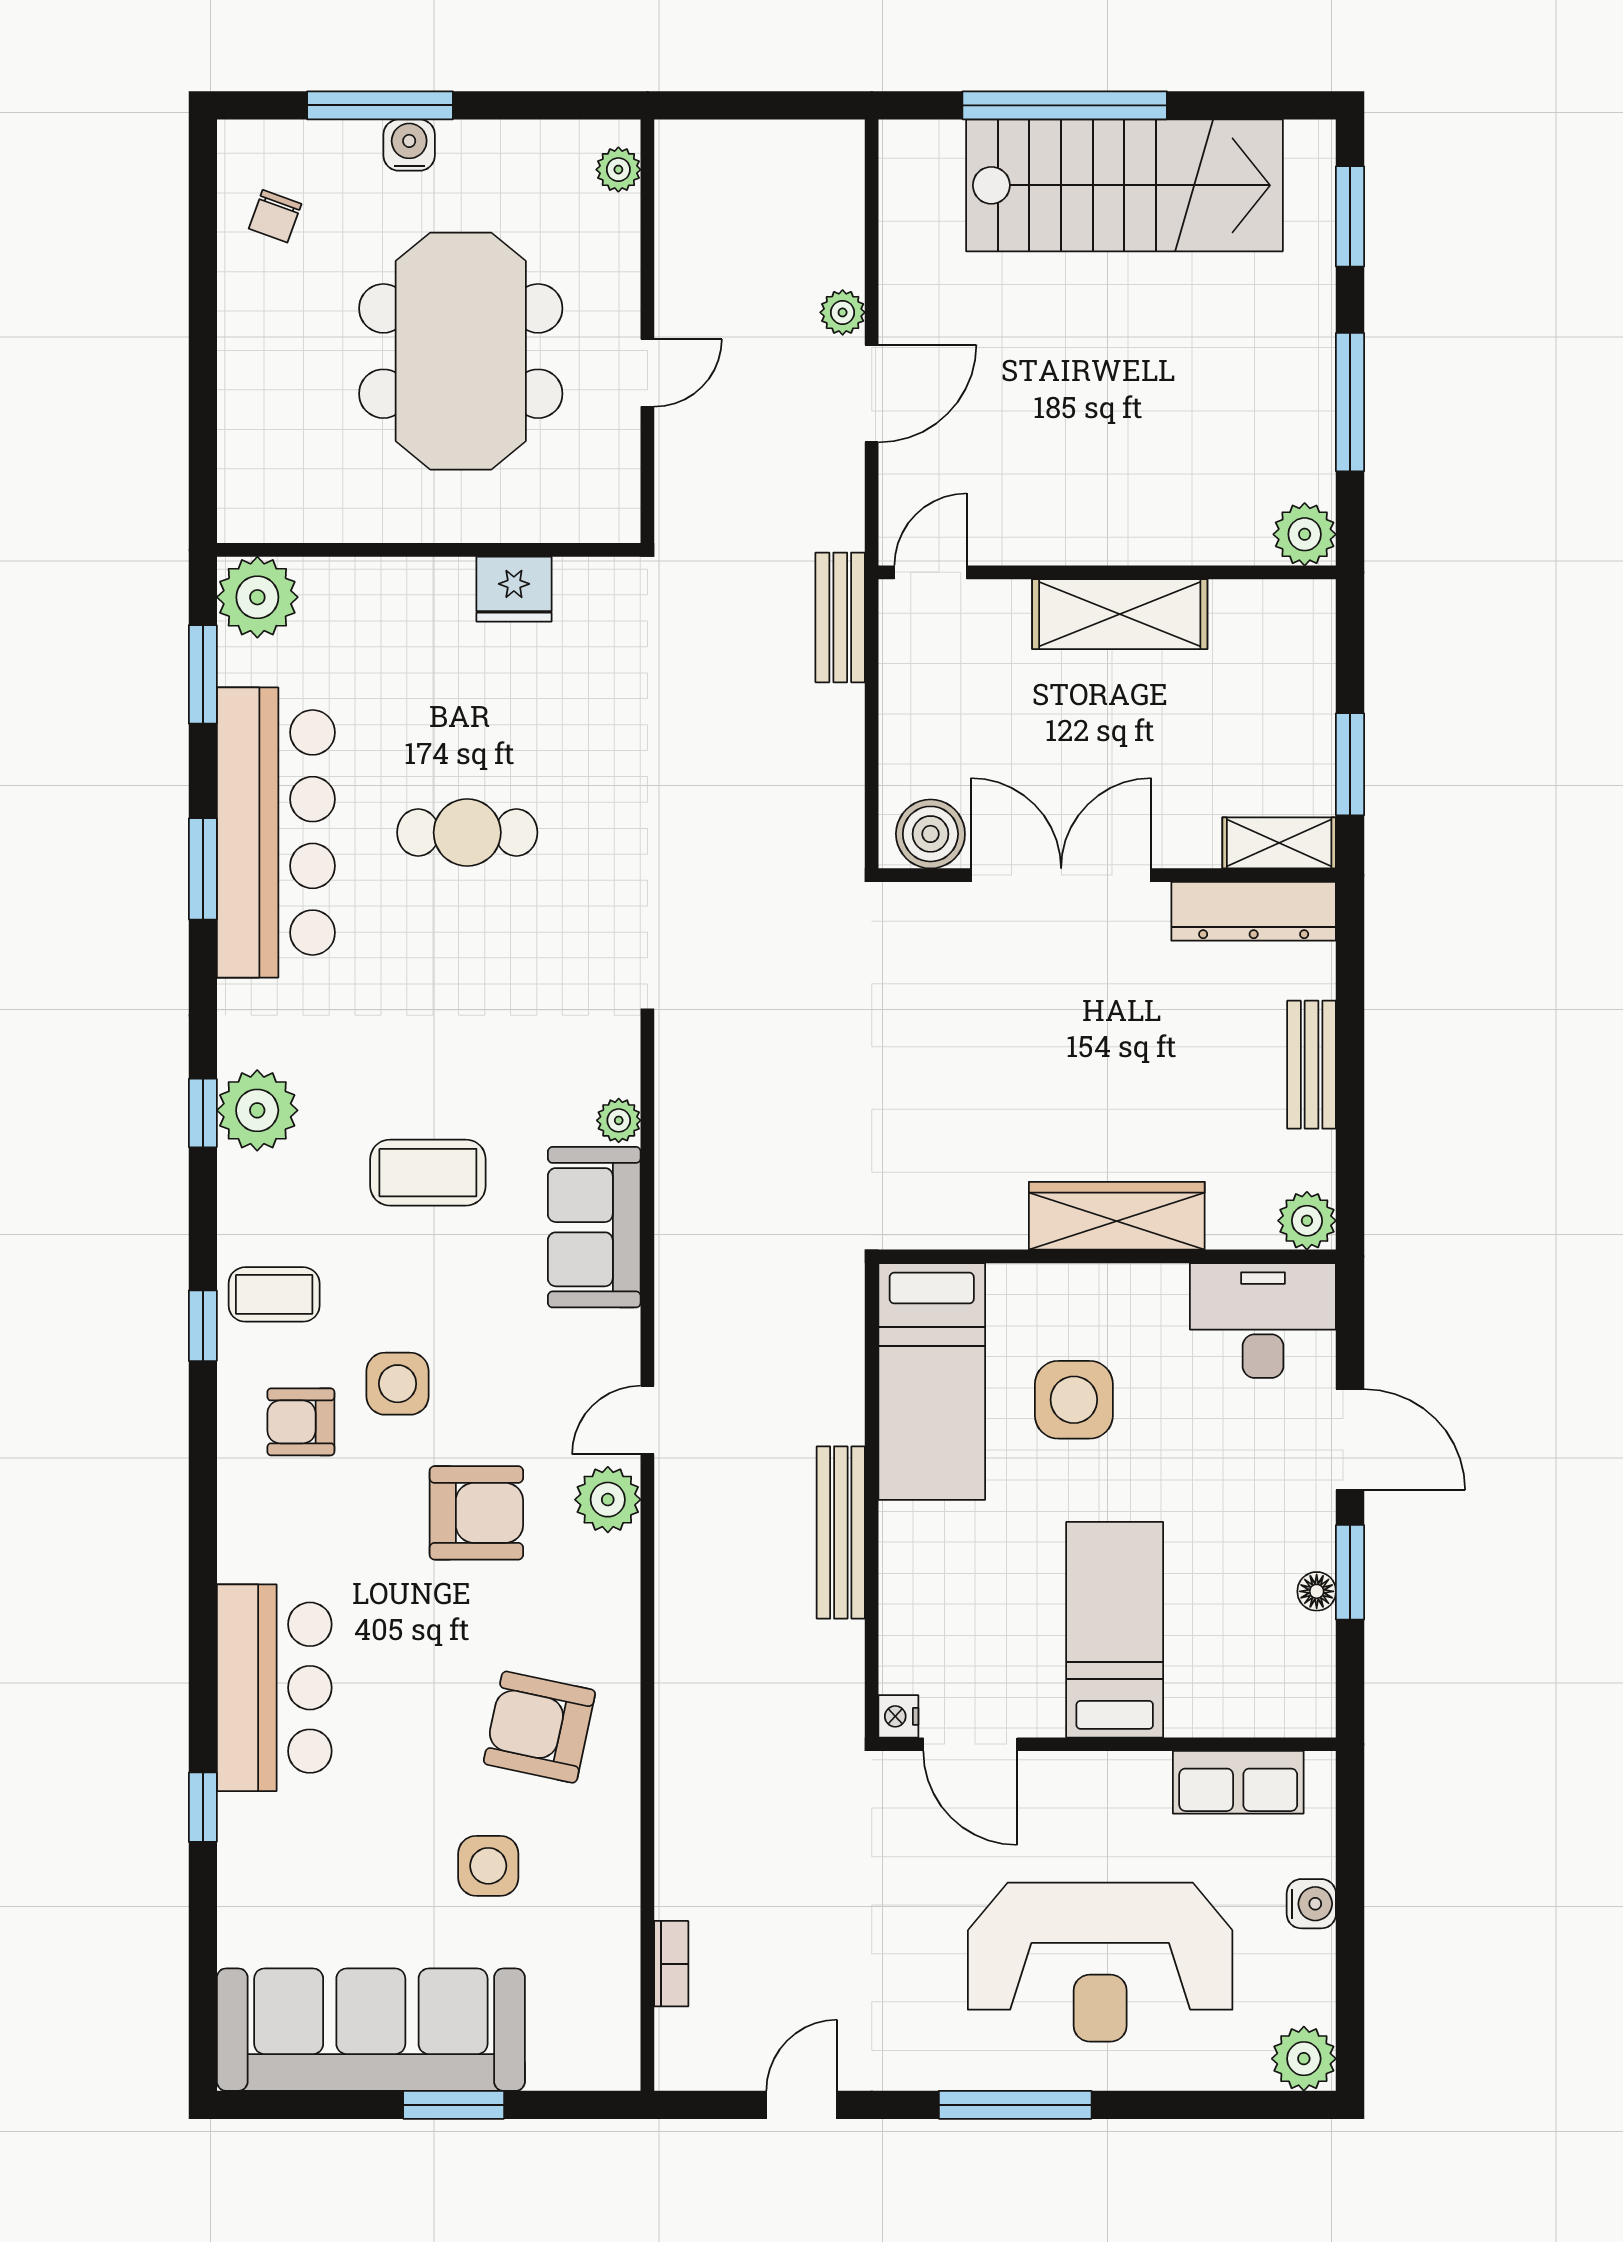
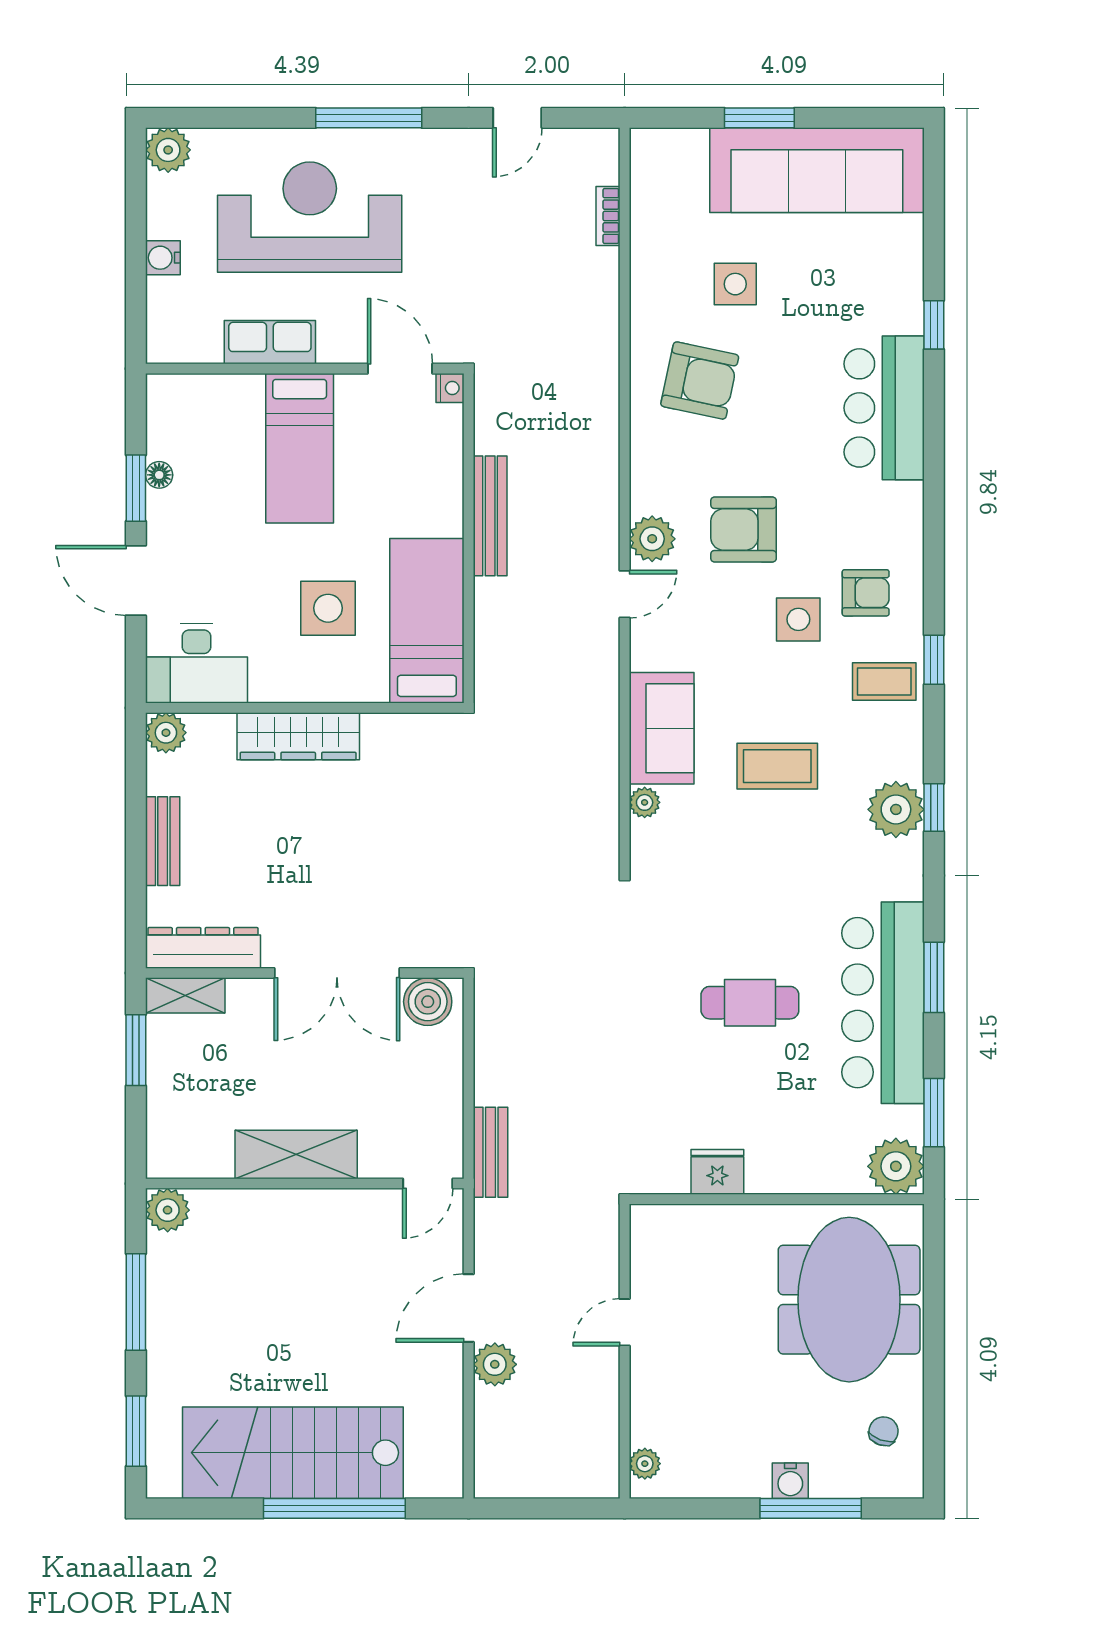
plant: (843, 312) -> (495, 1364), width x1.38, depth x1.38
meeting table: (461, 351) -> (849, 1300), moved
row of seats: (1238, 1782) -> (270, 342), moved

